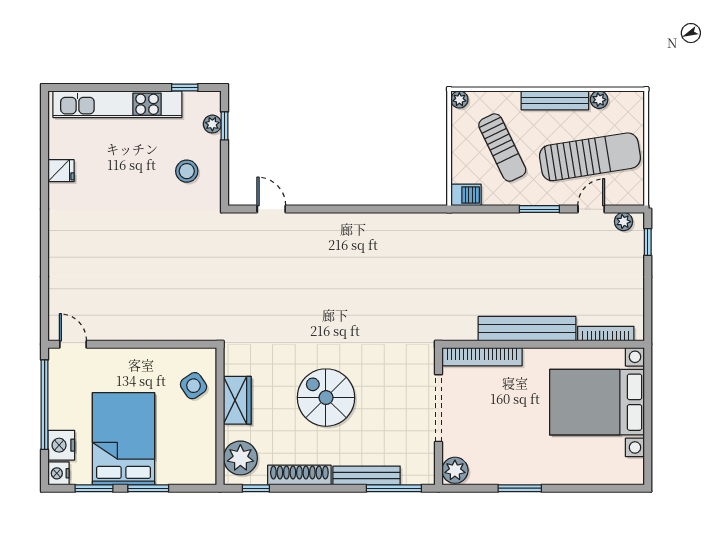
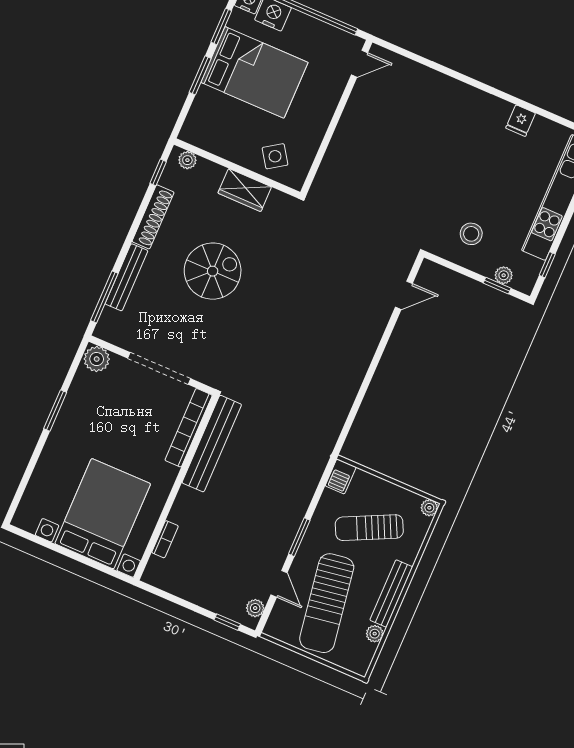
bench: (527, 329) -> (212, 444), moved
bookcase: (606, 334) -> (165, 539), width x0.64
plant: (240, 458) -> (187, 160), width x0.53, depth x0.53

